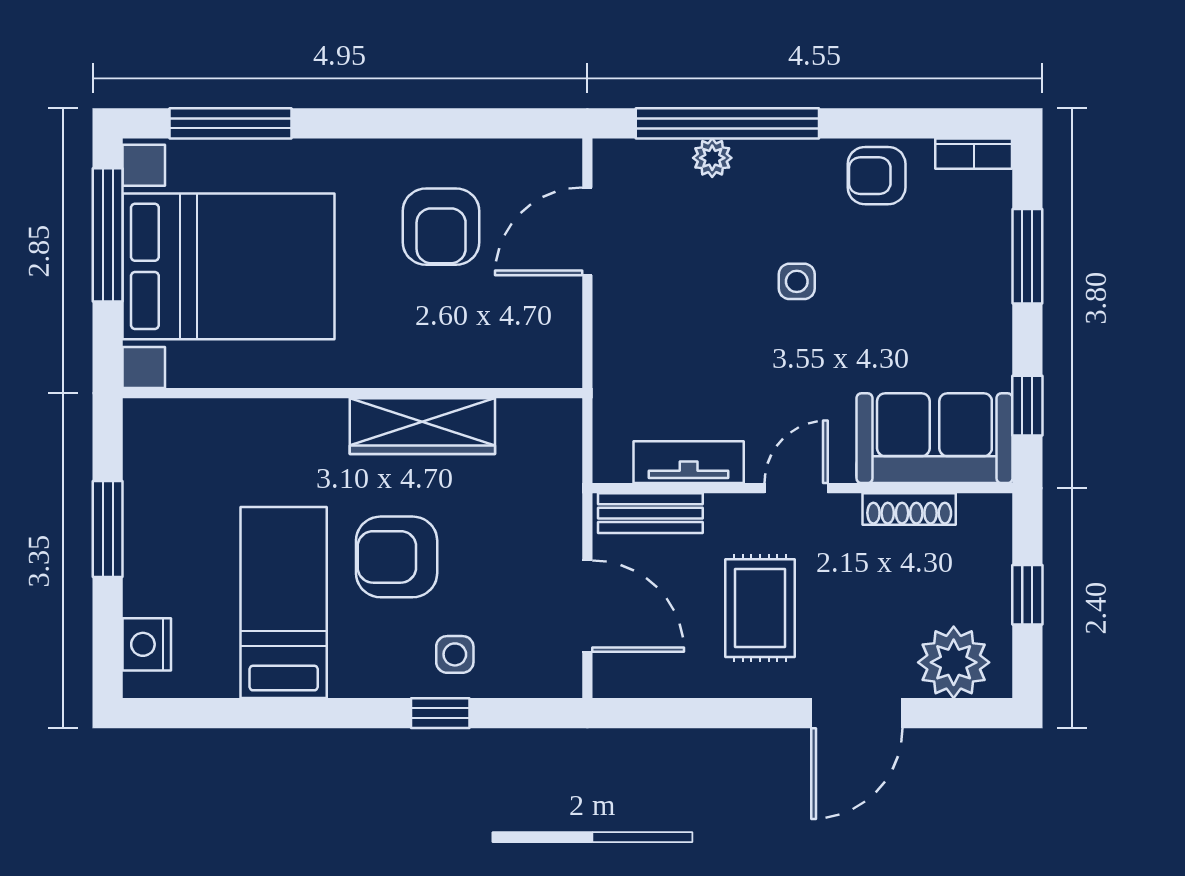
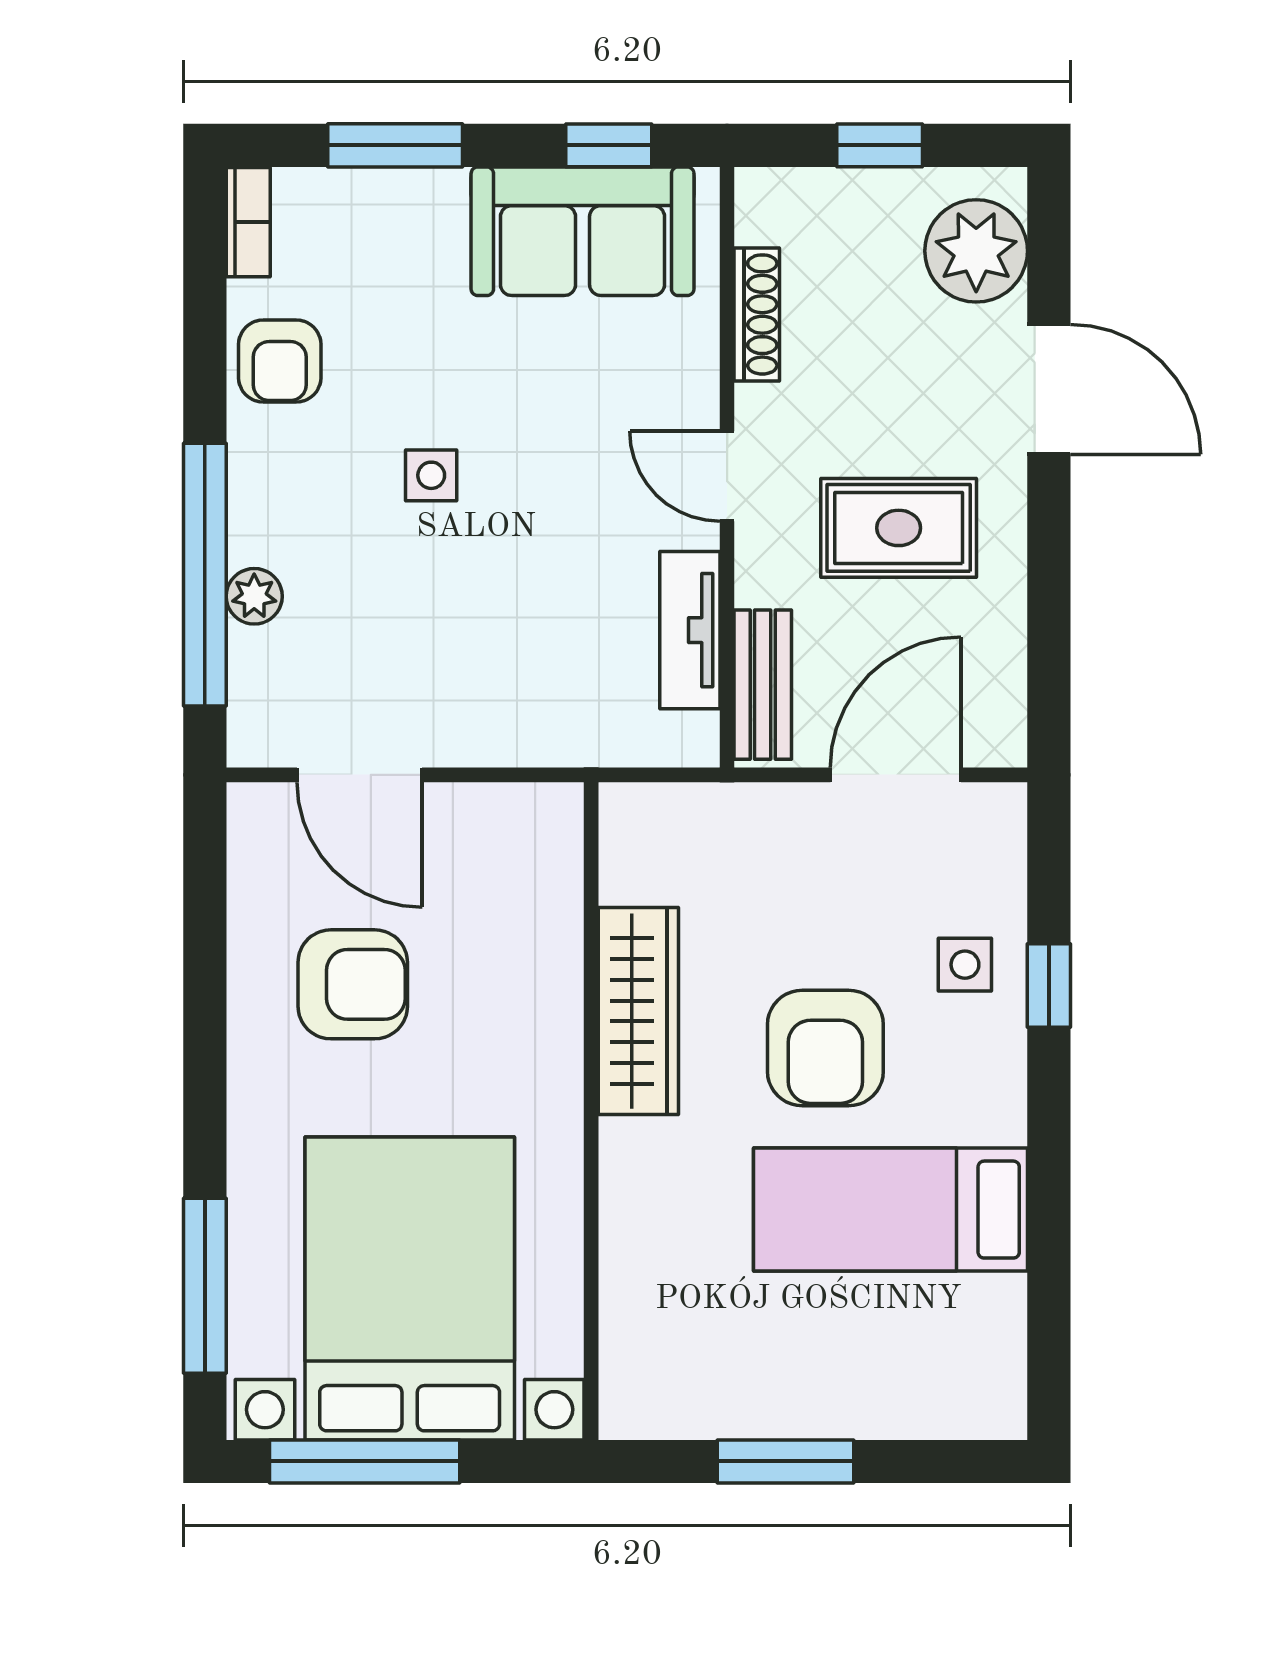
sofa: (934, 438) -> (583, 231), moved, turned -90
nightstand: (147, 644) -> (951, 1405), removed

